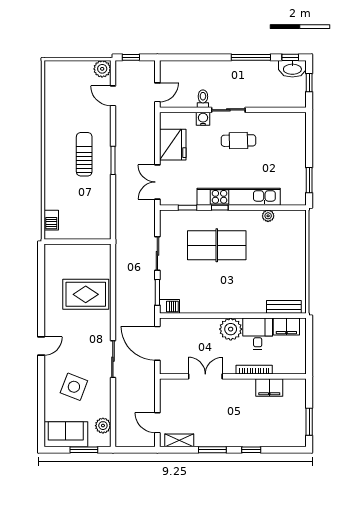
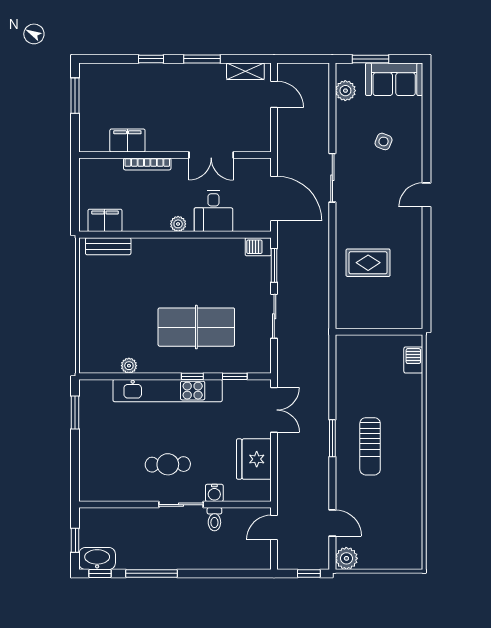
rug: (86, 294) -> (368, 263), width x0.73, depth x0.70
plant: (231, 329) -> (178, 224), width x0.53, depth x0.53
desk: (258, 334) -> (213, 211), moved
side table: (74, 387) -> (384, 141), width x0.54, depth x0.54

